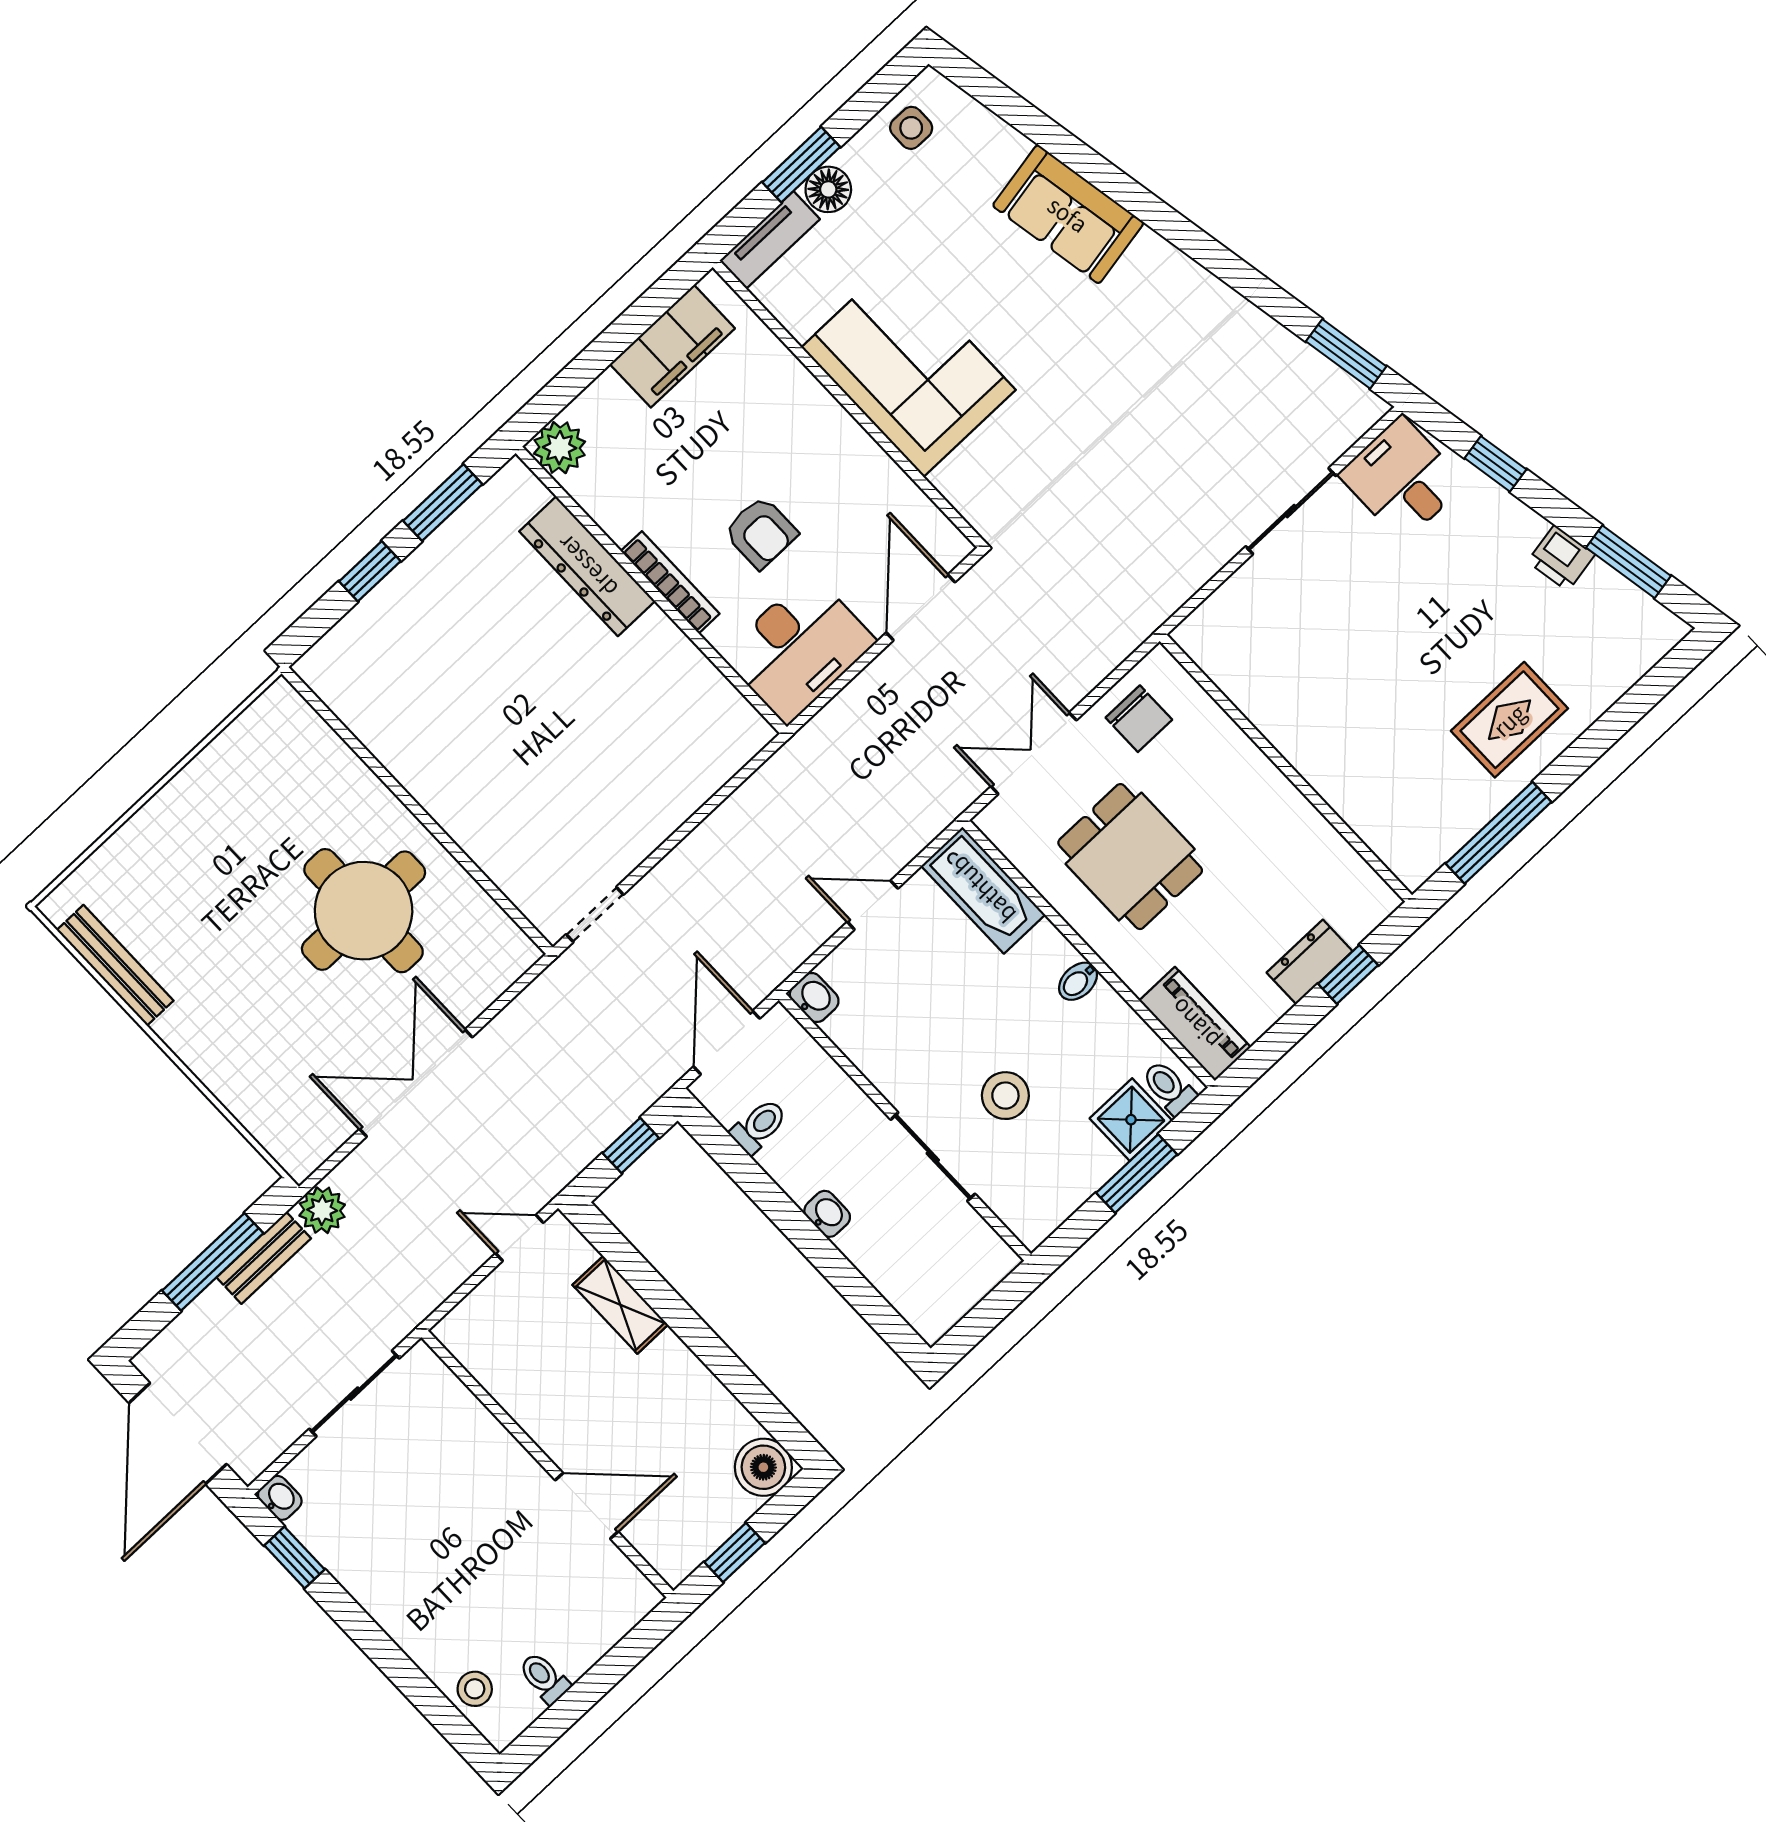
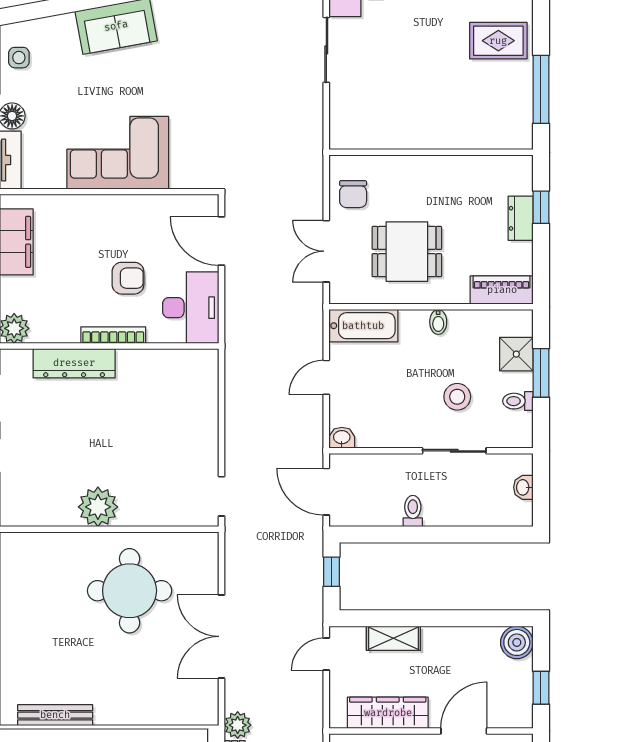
chair: (1139, 719) -> (353, 194), turned 90
rug: (1509, 720) -> (498, 41), turned 90
plant: (433, 769) -> (98, 507), added
toilet: (1169, 1088) -> (518, 401), moved
toilet: (759, 1126) -> (413, 511), moved
washbasin: (827, 1214) -> (523, 487), moved, turned -90
wardrobe: (519, 1387) -> (388, 713), added

